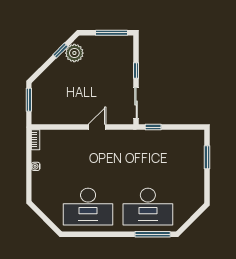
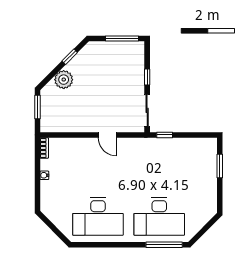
plant: (74, 53) -> (64, 80), moved
door: (97, 127) -> (107, 135), swing flipped

